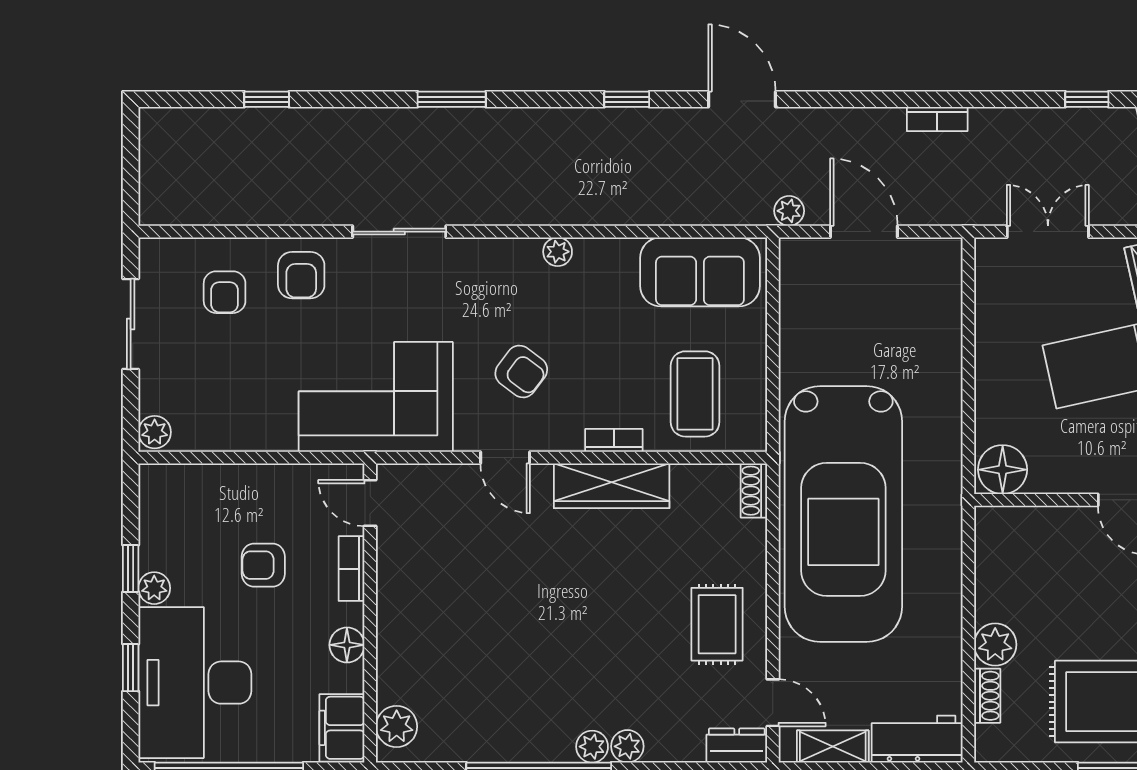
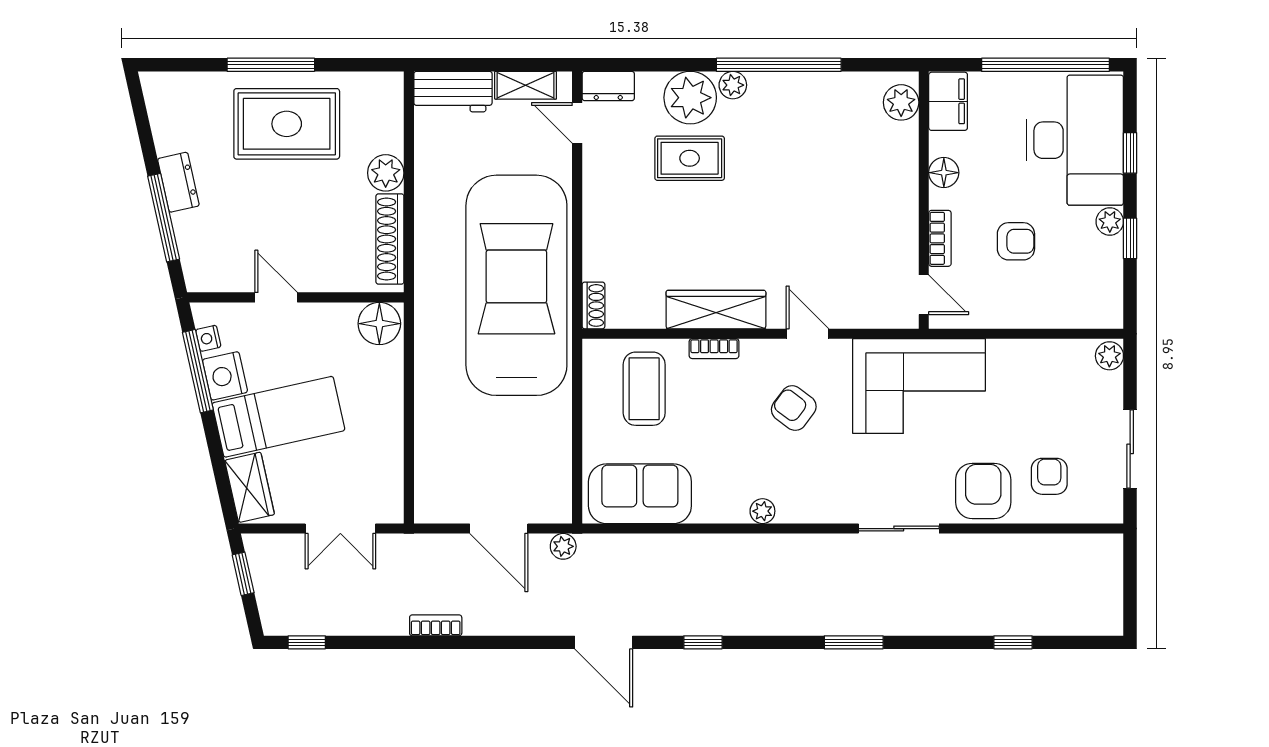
armchair: (301, 275) -> (983, 491), width x1.38, depth x1.38
rug: (717, 624) -> (690, 158), moved, turned 90
shoe rack: (987, 696) -> (390, 239), moved, width x1.94, depth x1.24
plant: (627, 746) -> (690, 98), width x1.88, depth x1.88

